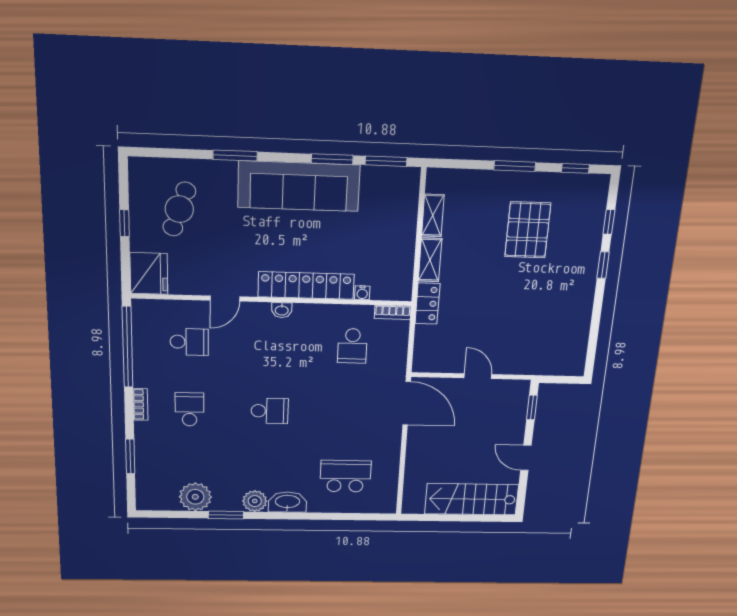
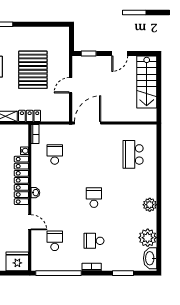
pallet: (513, 312) -> (33, 70), added
school desk: (352, 346) -> (55, 154), turned -90
washbasin: (288, 502) -> (150, 258), moved
window: (226, 515) -> (159, 221), removed

